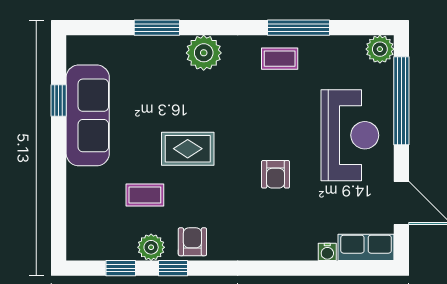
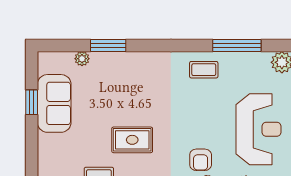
window: (298, 28) -> (237, 45), moved
plant: (204, 53) -> (82, 59), moved, width x0.53, depth x0.53
sofa: (88, 115) -> (54, 103), width x0.73

